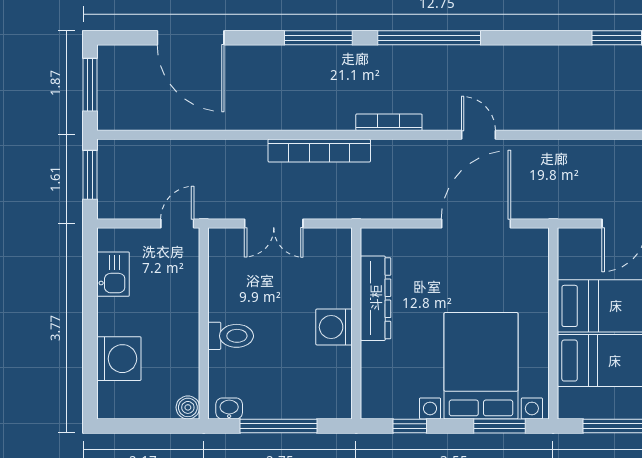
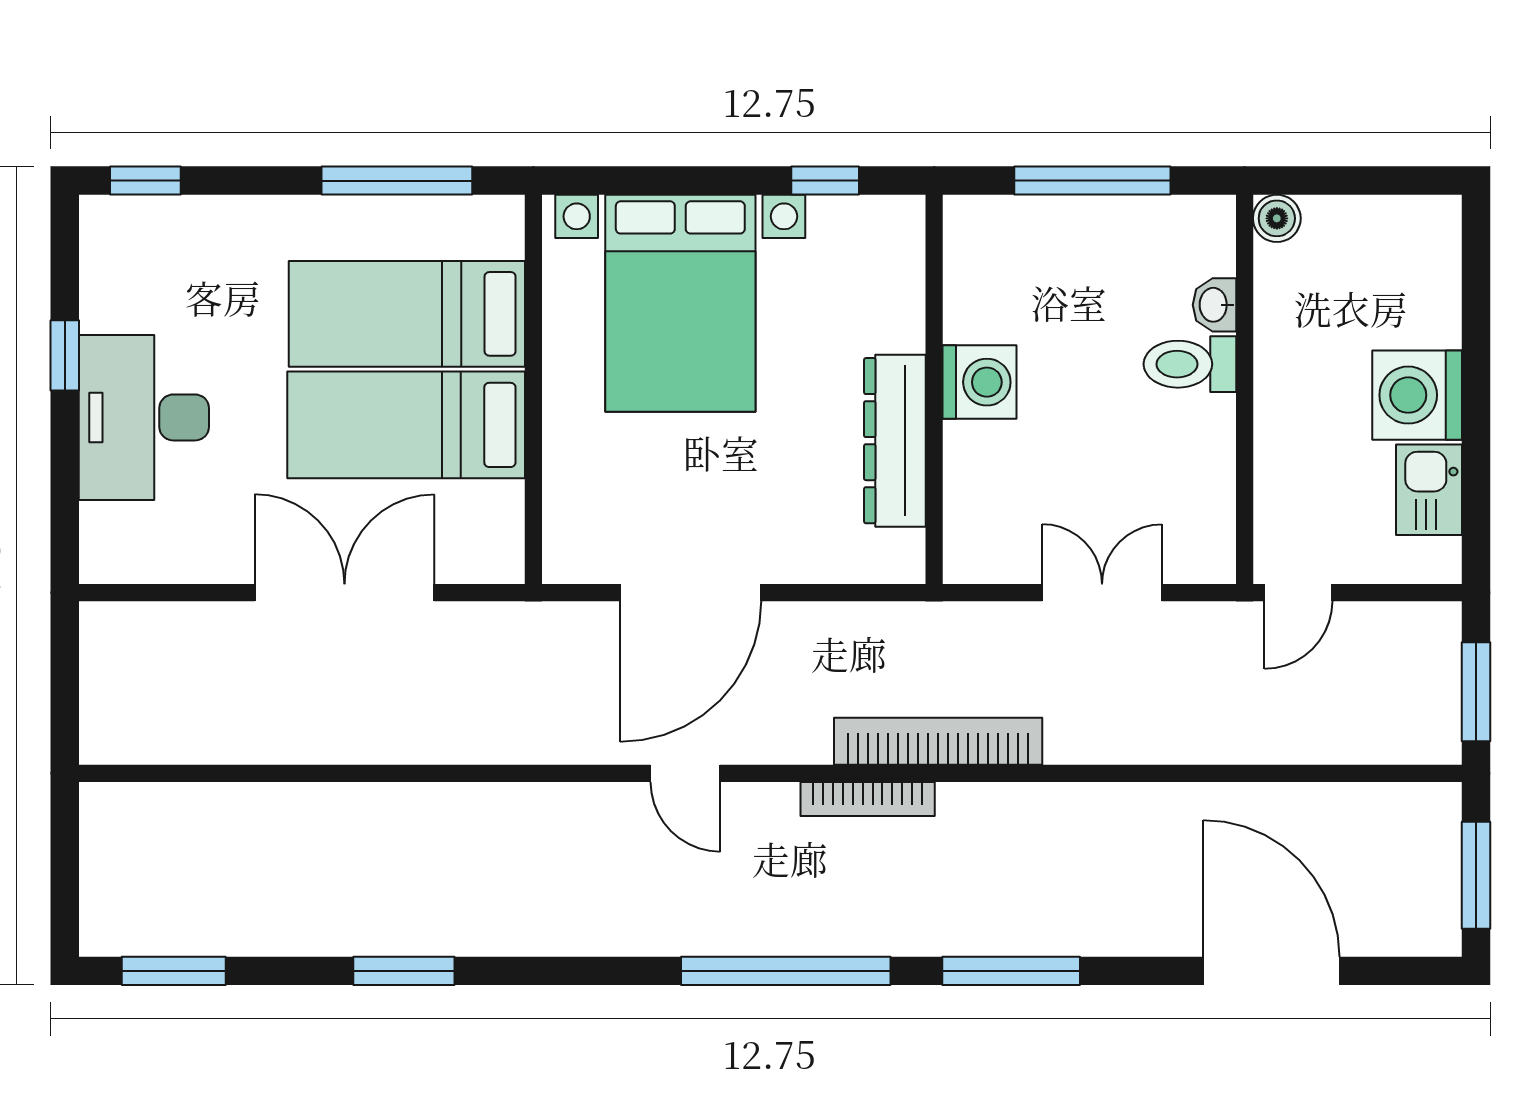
bookcase: (319, 151) -> (938, 741), moved
washing machine: (119, 359) -> (1417, 395), moved
washbasin: (229, 408) -> (1215, 305), moved, turned 90
window: (500, 426) -> (642, 181), removed

